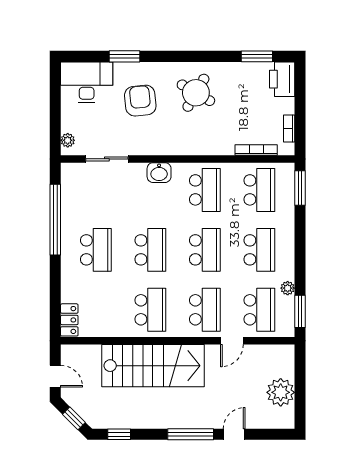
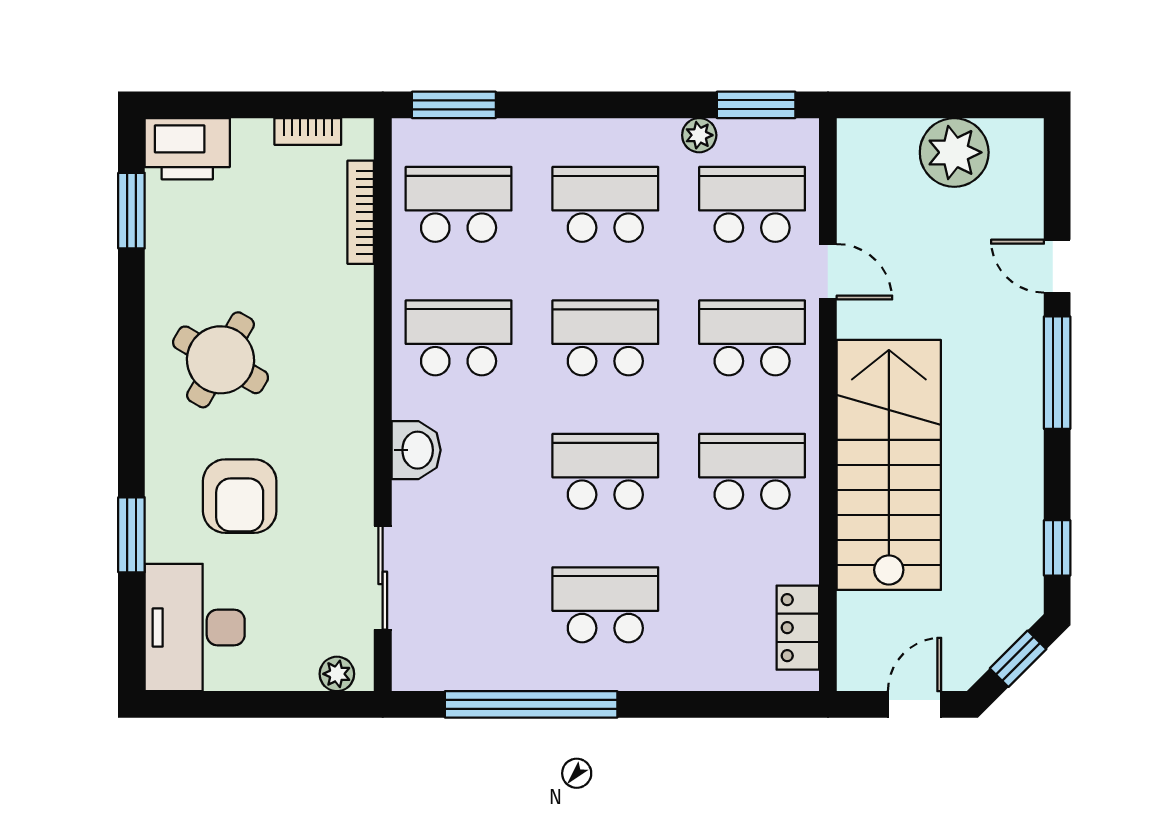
armchair: (140, 101) -> (240, 496), turned -84
locker: (69, 320) -> (798, 628), moved, turned -90

